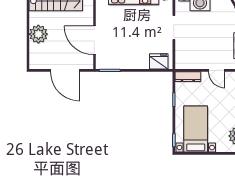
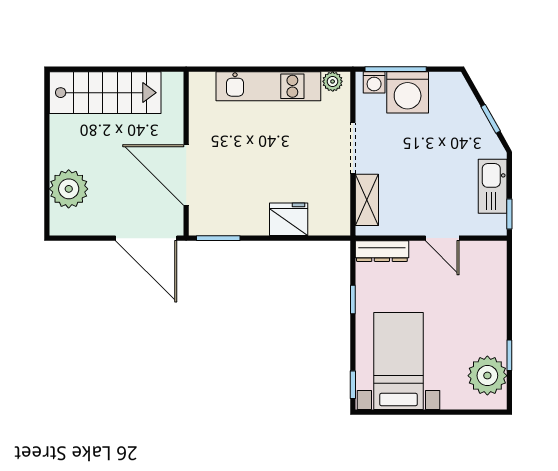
plant: (38, 34) -> (69, 189), moved
shelving: (181, 52) -> (367, 200), added
fridge: (159, 61) -> (289, 219), moved
door: (65, 70) -> (146, 238), moved

